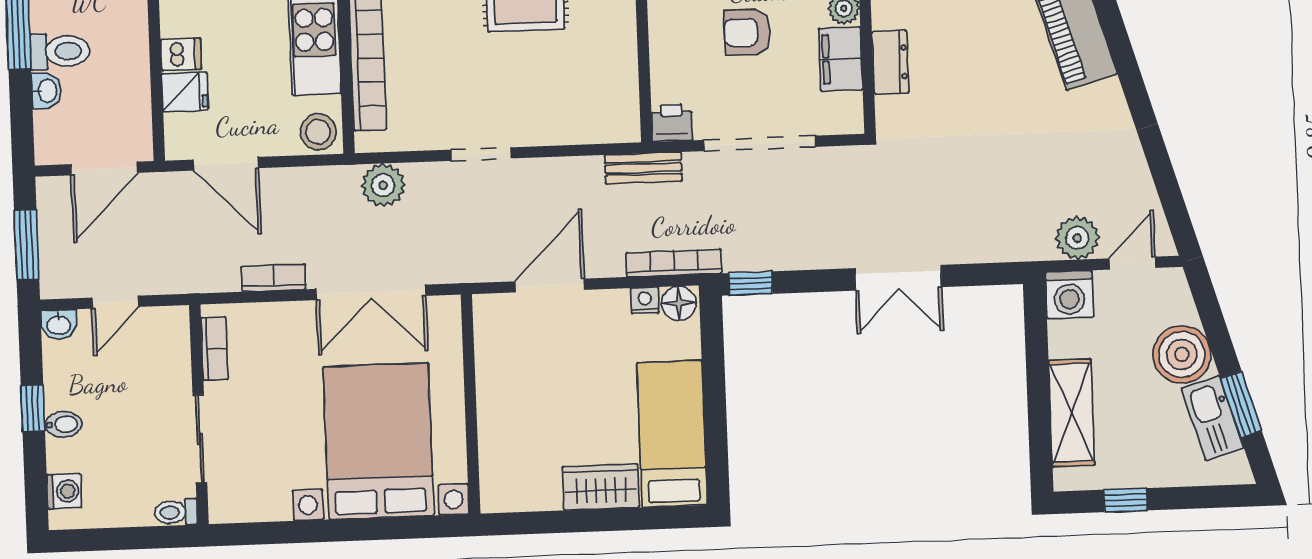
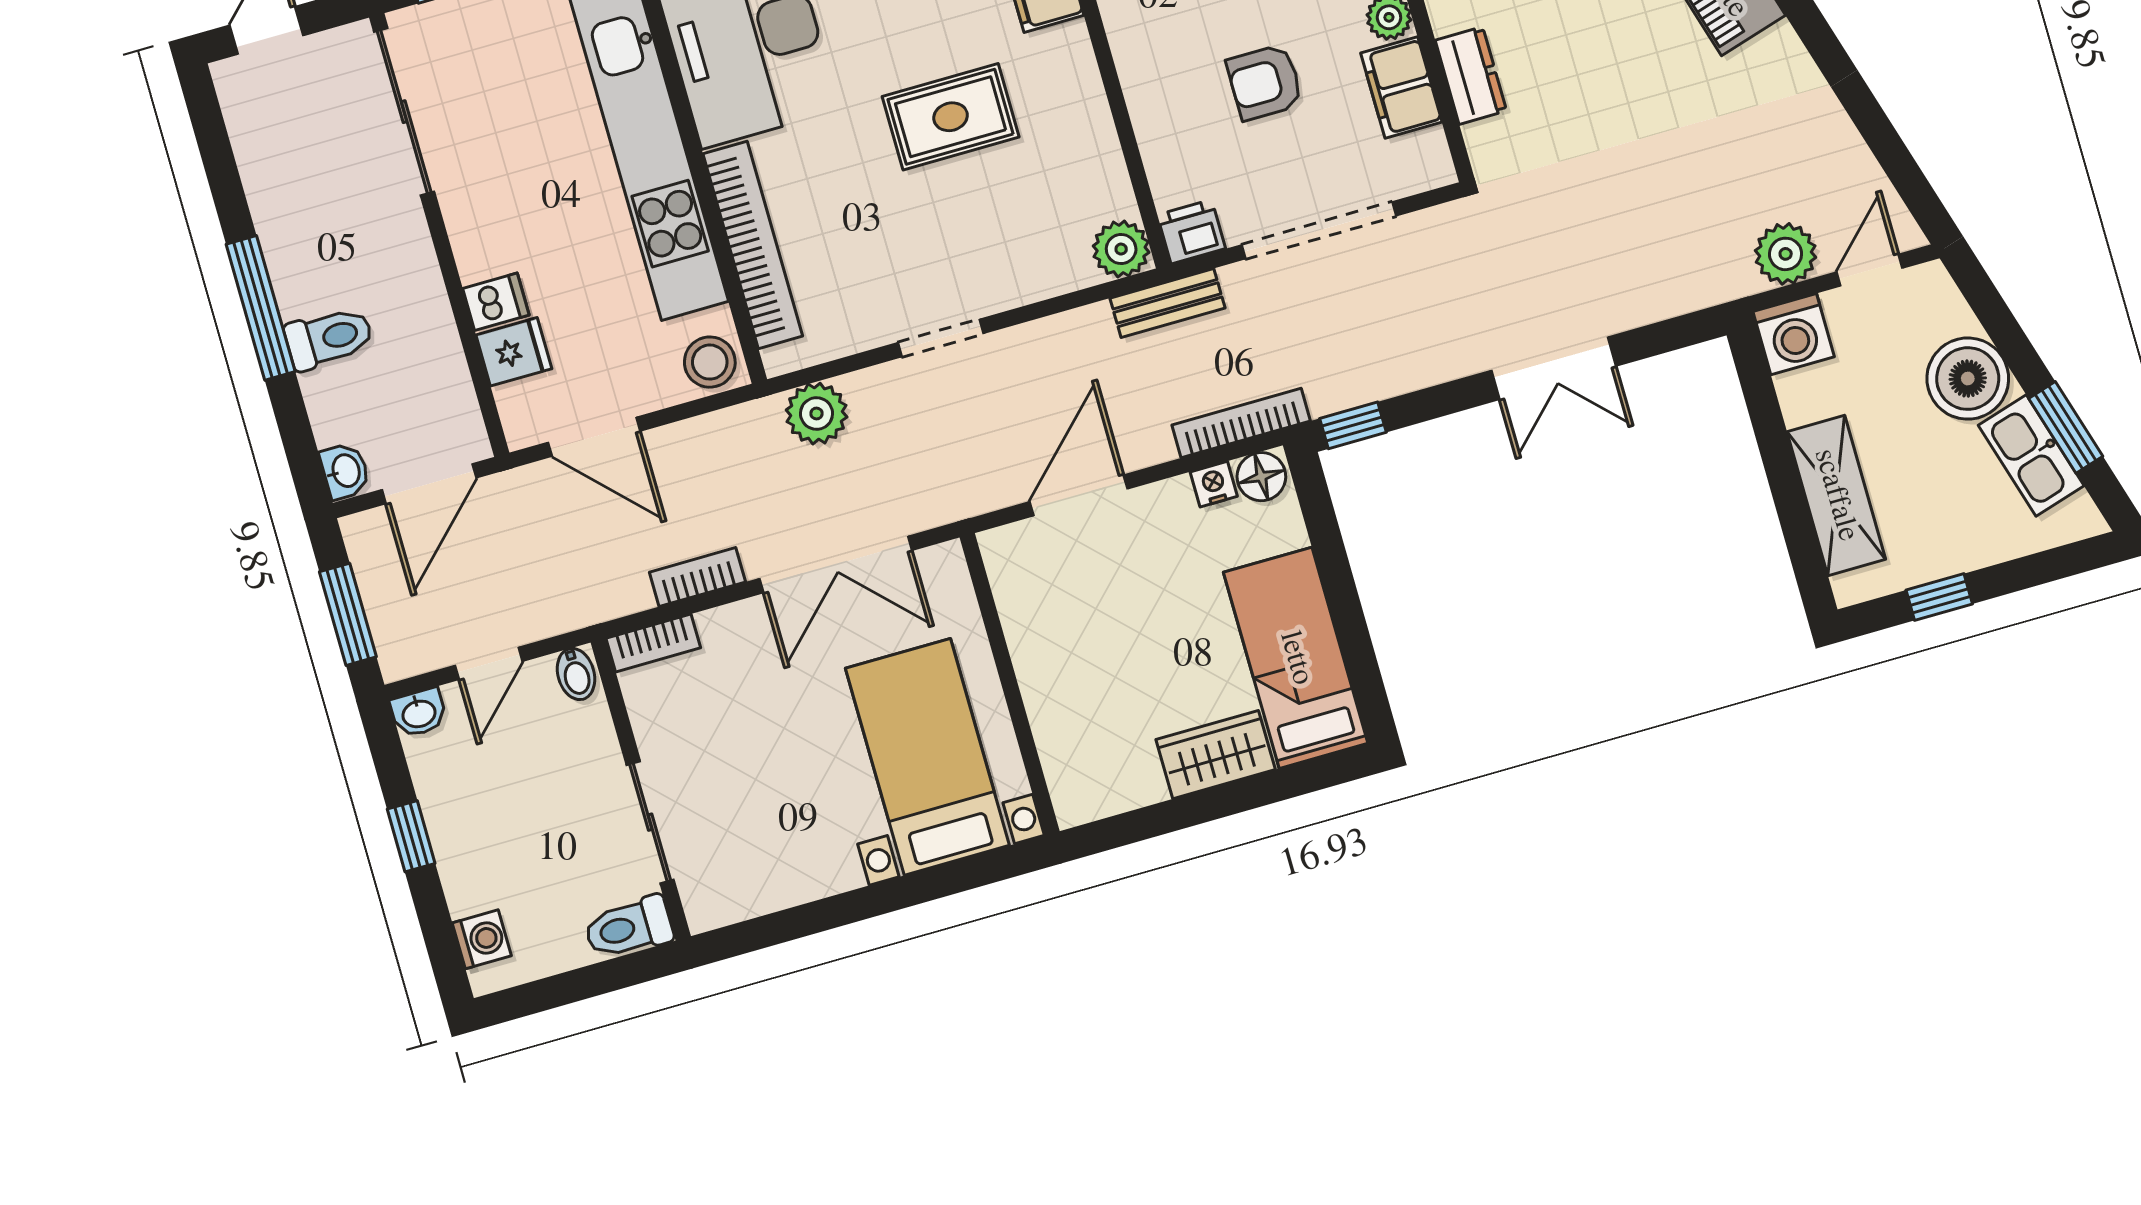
washbasin: (46, 91) -> (345, 471), moved
plant: (620, 123) -> (1121, 249), added
bookcase: (215, 349) -> (653, 643), moved, turned 90
bidet: (63, 424) -> (576, 674), moved, turned 90
bed with nightstands: (379, 441) -> (927, 757), width x0.73
toilet: (176, 512) -> (629, 928), width x1.37, depth x1.39

